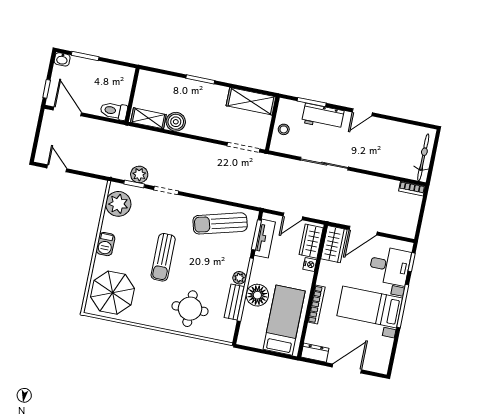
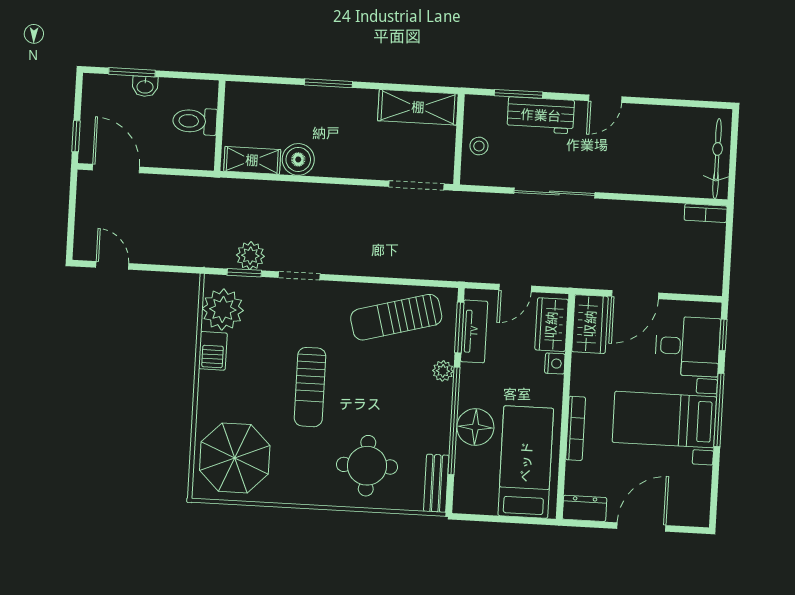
washbasin: (62, 59) -> (145, 86), moved
toilet: (114, 111) -> (195, 121), moved
barbecue: (105, 244) -> (213, 351), moved
plant: (239, 278) -> (443, 371), moved
bench: (234, 302) -> (436, 483), moved

